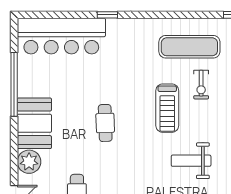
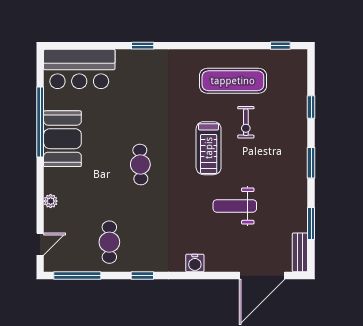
bar counter: (61, 36) -> (79, 69), width x0.73
booth: (34, 123) -> (62, 139), moved
plant: (29, 162) -> (51, 201), width x0.53, depth x0.53

